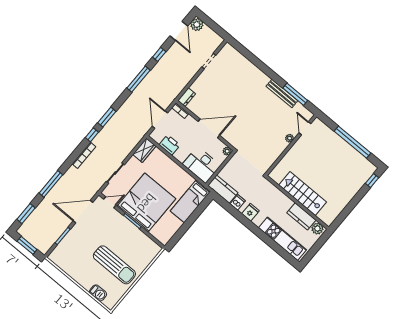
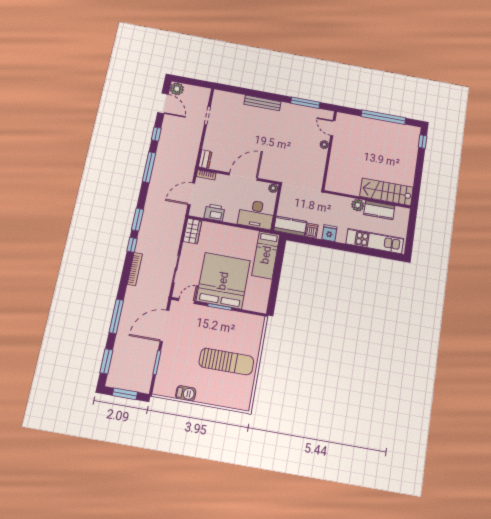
bench: (282, 93) -> (262, 103), moved
door: (160, 120) -> (191, 194), hinge flipped
stairs: (303, 193) -> (386, 192), moved
plant: (317, 229) -> (358, 205), moved
barbecue: (98, 293) -> (186, 393), moved

